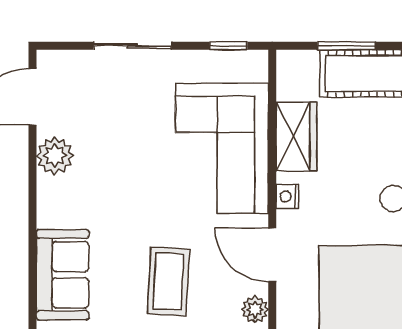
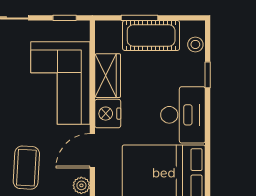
nightstand: (287, 196) -> (108, 114), width x1.89, depth x1.79
door: (272, 255) -> (92, 151), hinge flipped

